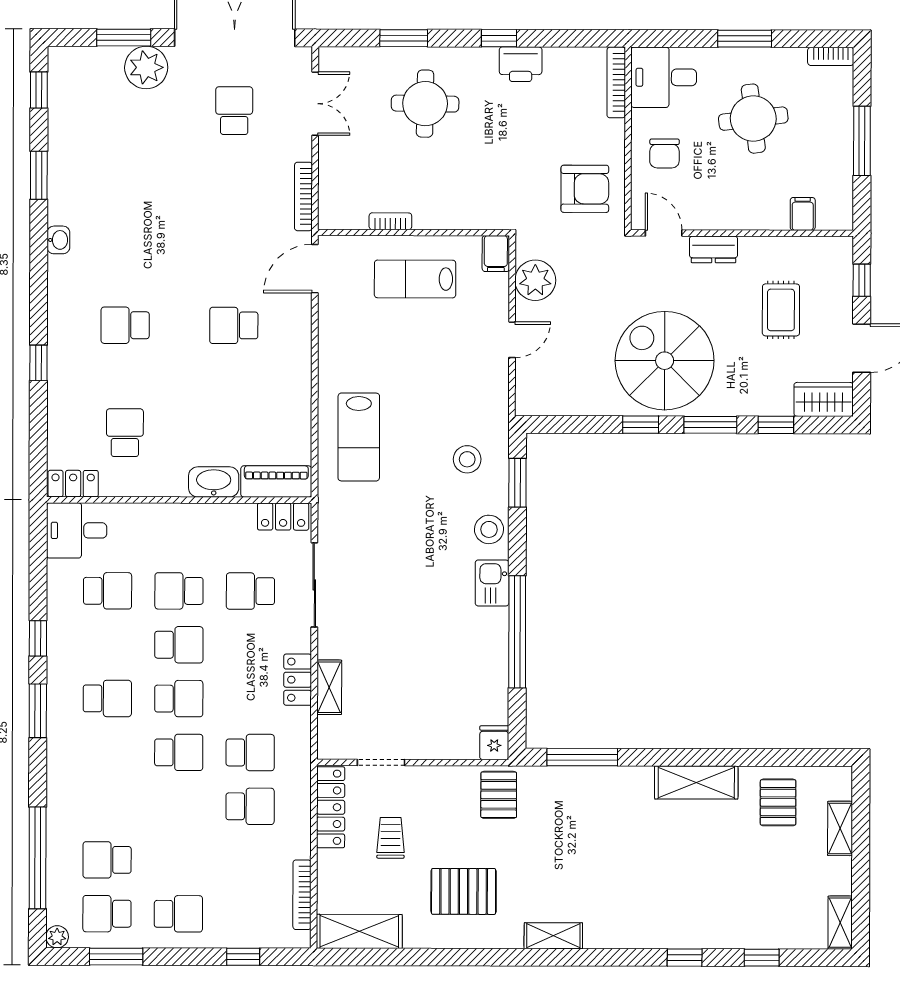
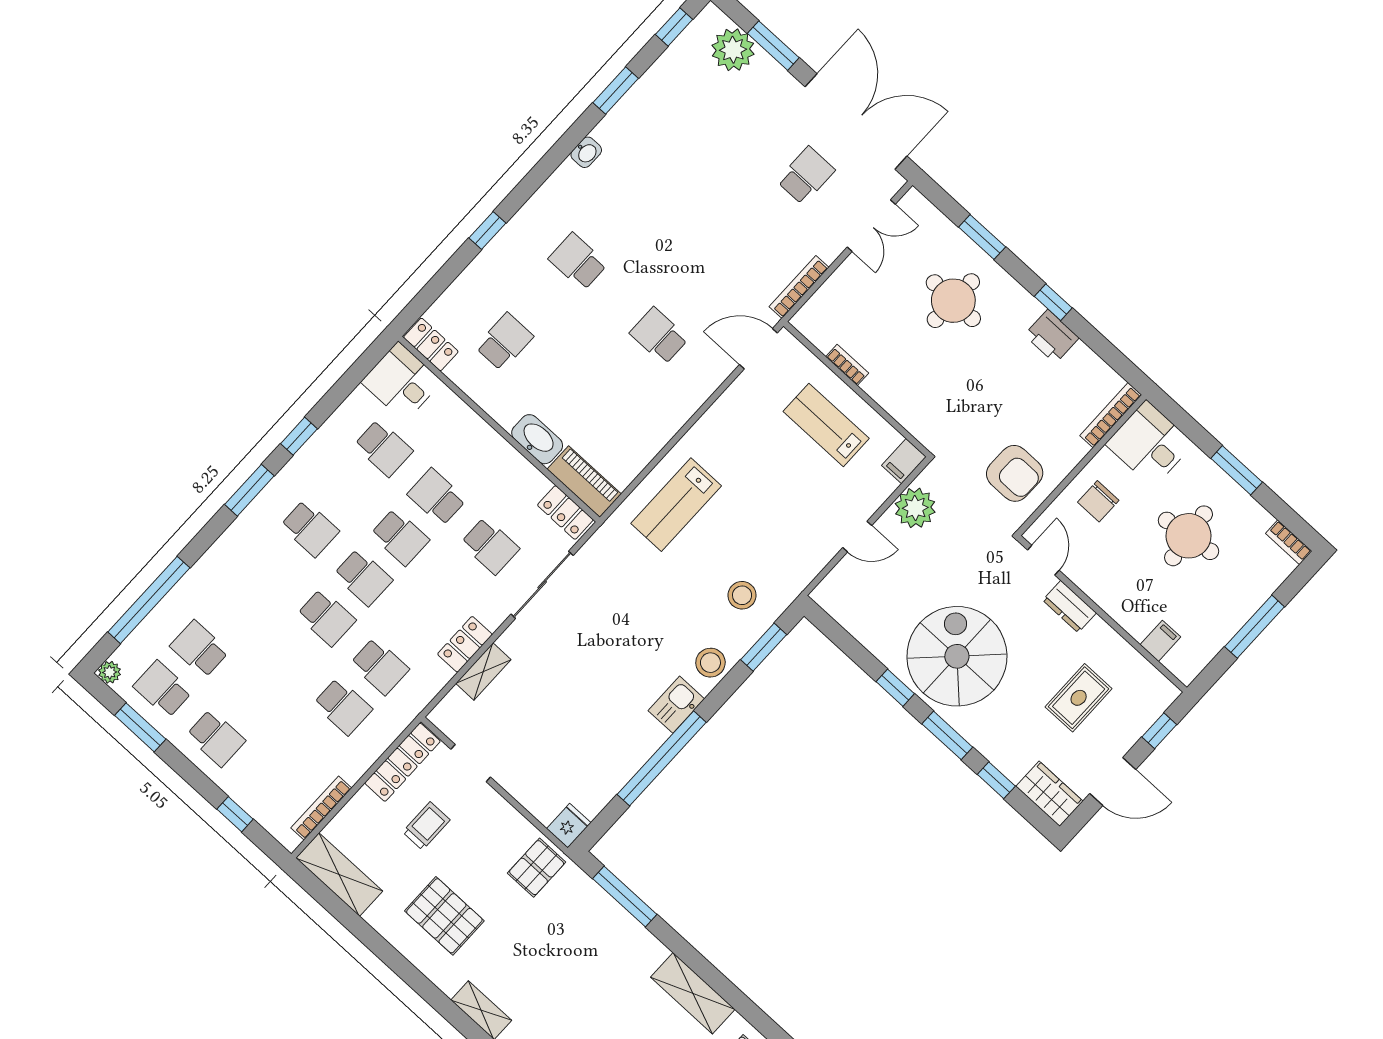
plant: (146, 67) -> (733, 50), moved
school desk: (250, 591) -> (490, 546), turned 180

